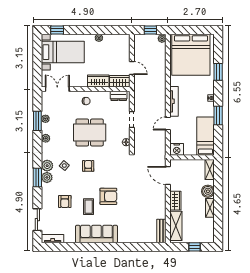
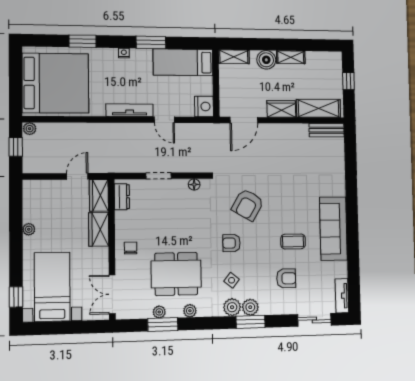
dining table: (90, 132) -> (176, 274), moved, turned 90
armchair: (108, 196) -> (248, 205), moved, turned -150

